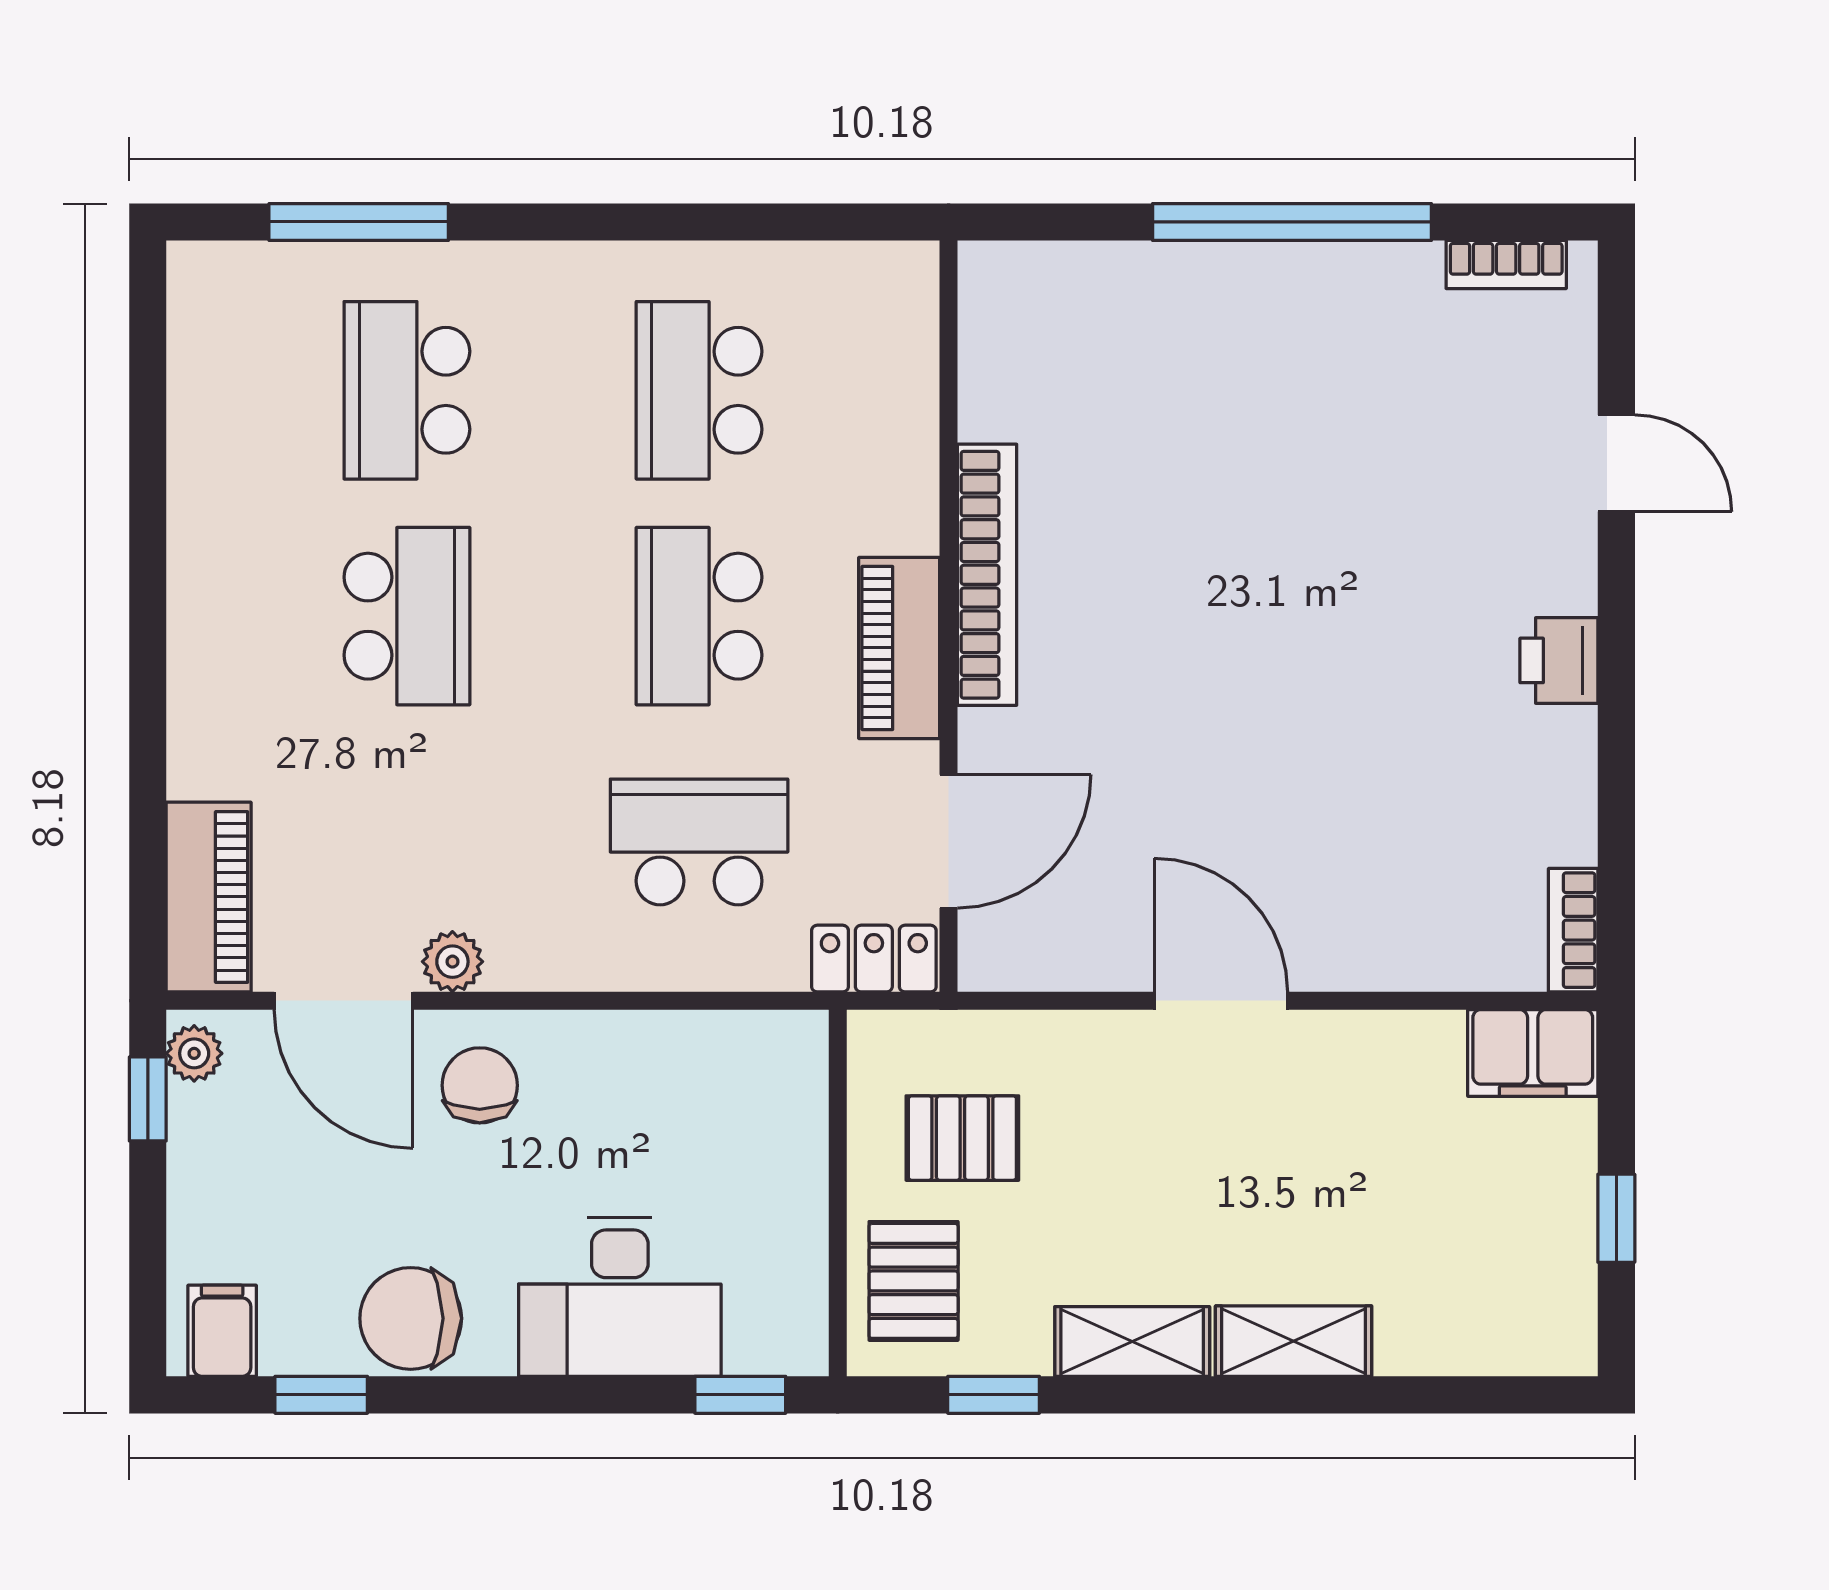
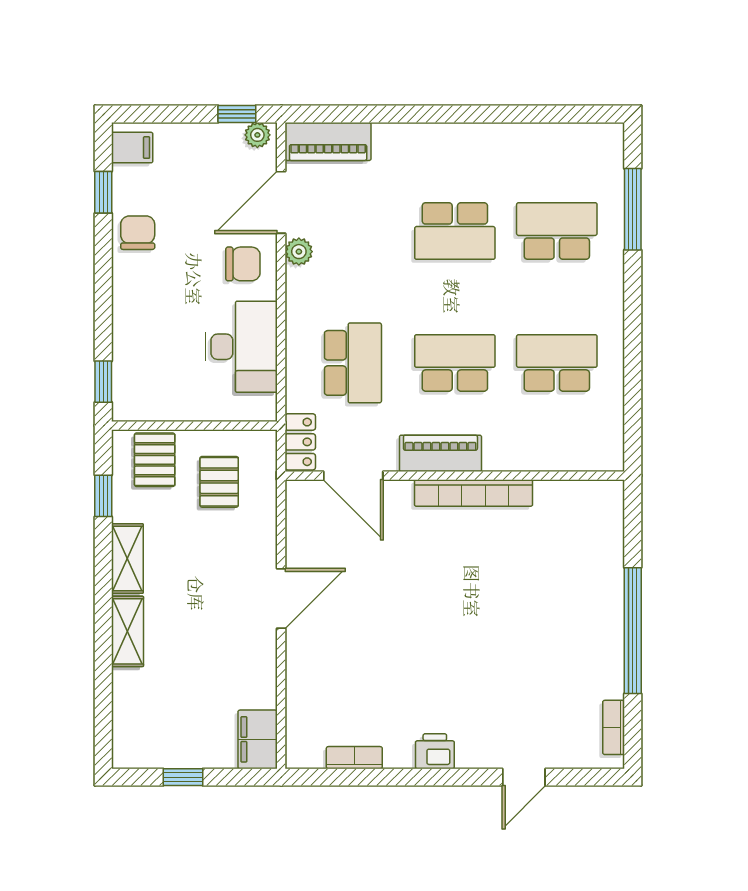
bookcase: (1573, 930) -> (354, 758), moved
pallet: (914, 1281) -> (155, 460), turned 90
desk: (620, 1297) -> (241, 347), moved, turned 180
chair: (411, 1318) -> (138, 233), width x0.73, depth x0.73

